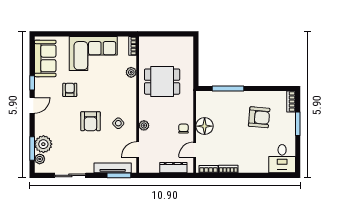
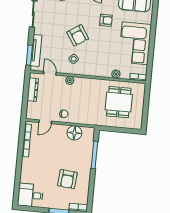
dining table: (162, 82) -> (119, 102), moved
armchair: (90, 121) -> (78, 35), turned -123
floor lamp: (205, 126) -> (74, 133), moved
door: (195, 150) -> (45, 122), swing flipped
dresser: (173, 168) -> (33, 90), moved

